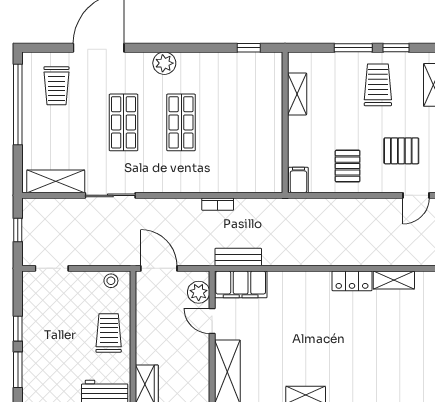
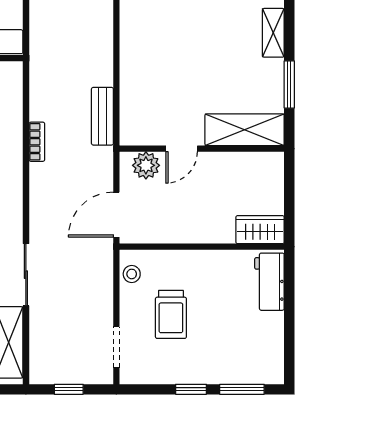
filing cabinet: (241, 284) -> (136, 113), removed
trolley: (109, 333) -> (171, 314), moved, turned -90

